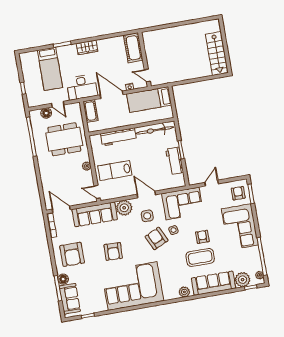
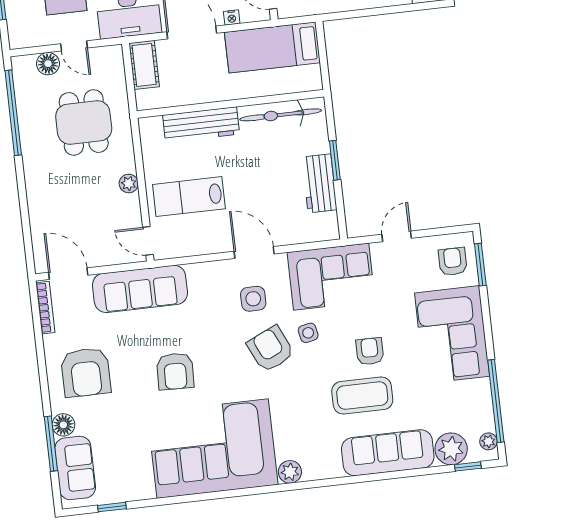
dining table: (64, 139) -> (84, 122), width x0.73
plant: (124, 208) -> (204, 278), removed
plant: (184, 292) -> (290, 472), moved

